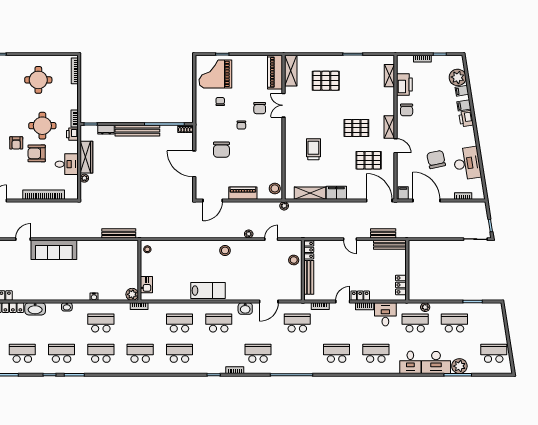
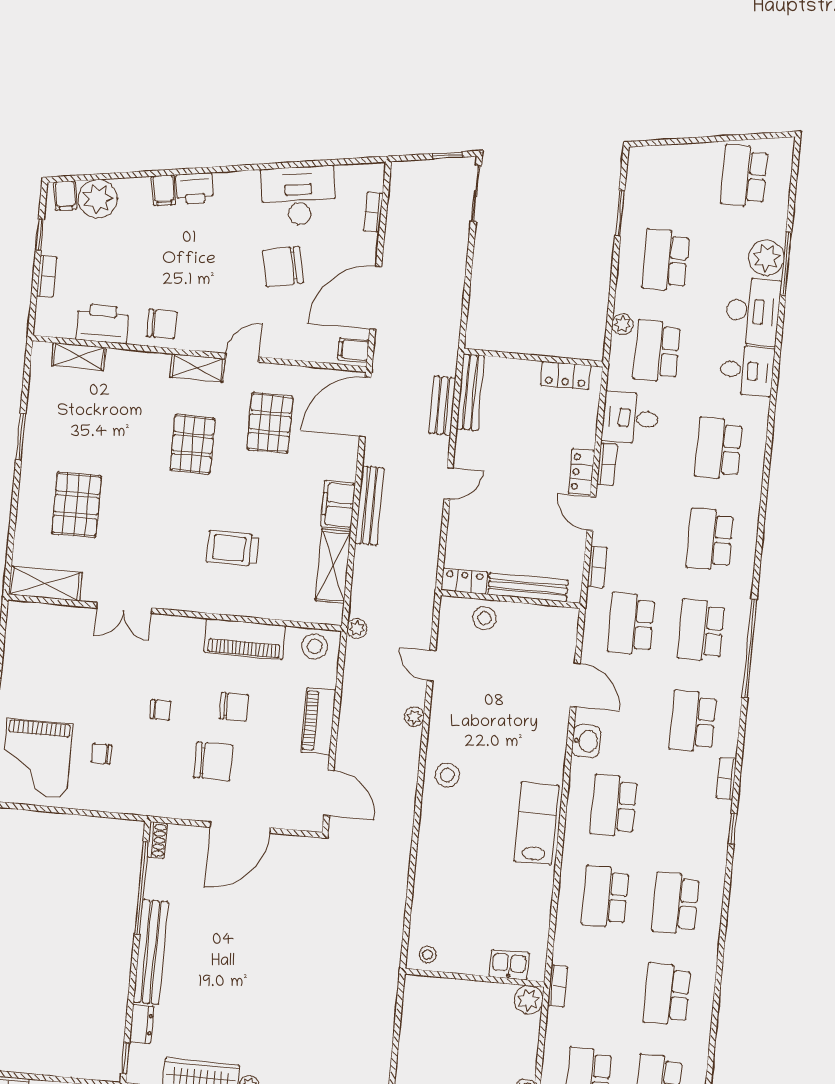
piano: (275, 72) -> (245, 639), moved
filing cabinet: (462, 91) -> (65, 196), moved
chair: (260, 108) -> (234, 707), moved
bench: (119, 233) -> (369, 505), moved
school desk: (297, 353) -> (701, 630), added

